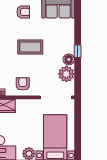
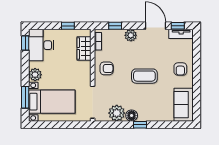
coffee table: (30, 47) -> (144, 76), turned 90

